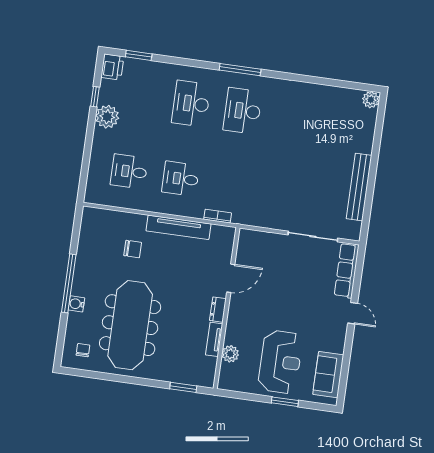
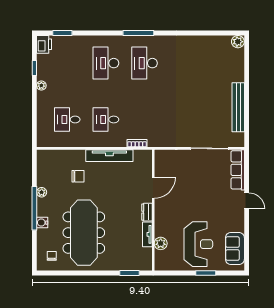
plant: (107, 117) -> (41, 86), width x0.53, depth x0.53
plant: (81, 263) -> (42, 192), added

